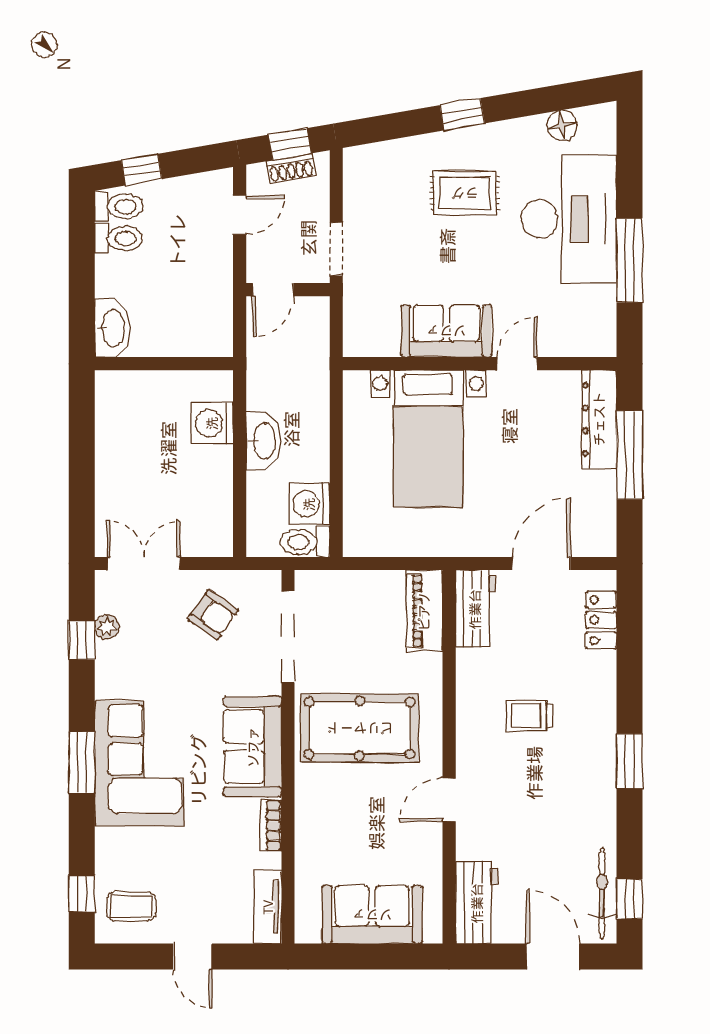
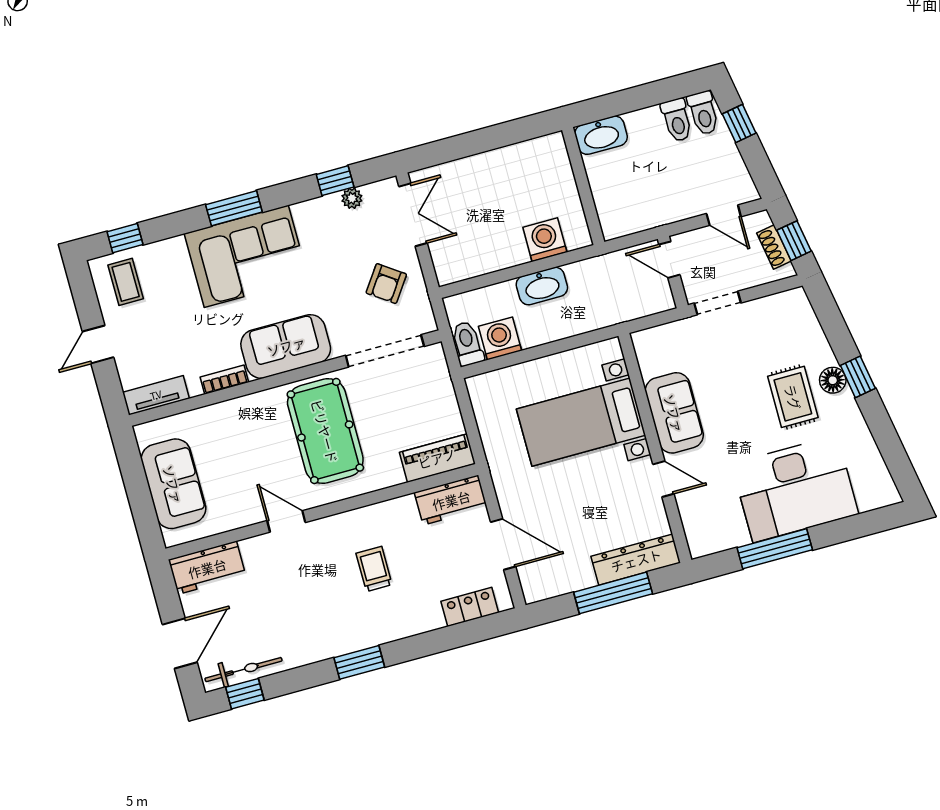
floor lamp: (562, 125) -> (833, 380), moved

